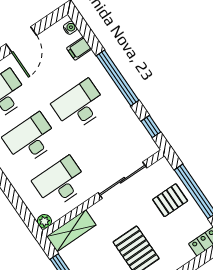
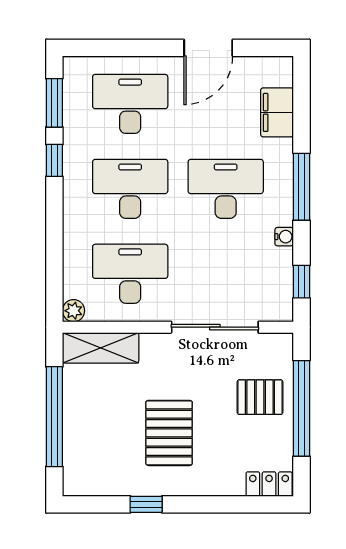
water cooler: (70, 28) -> (284, 237), moved
filing cabinet: (79, 49) -> (277, 112), width x2.00
window: (118, 78) -> (301, 187), width x0.68

